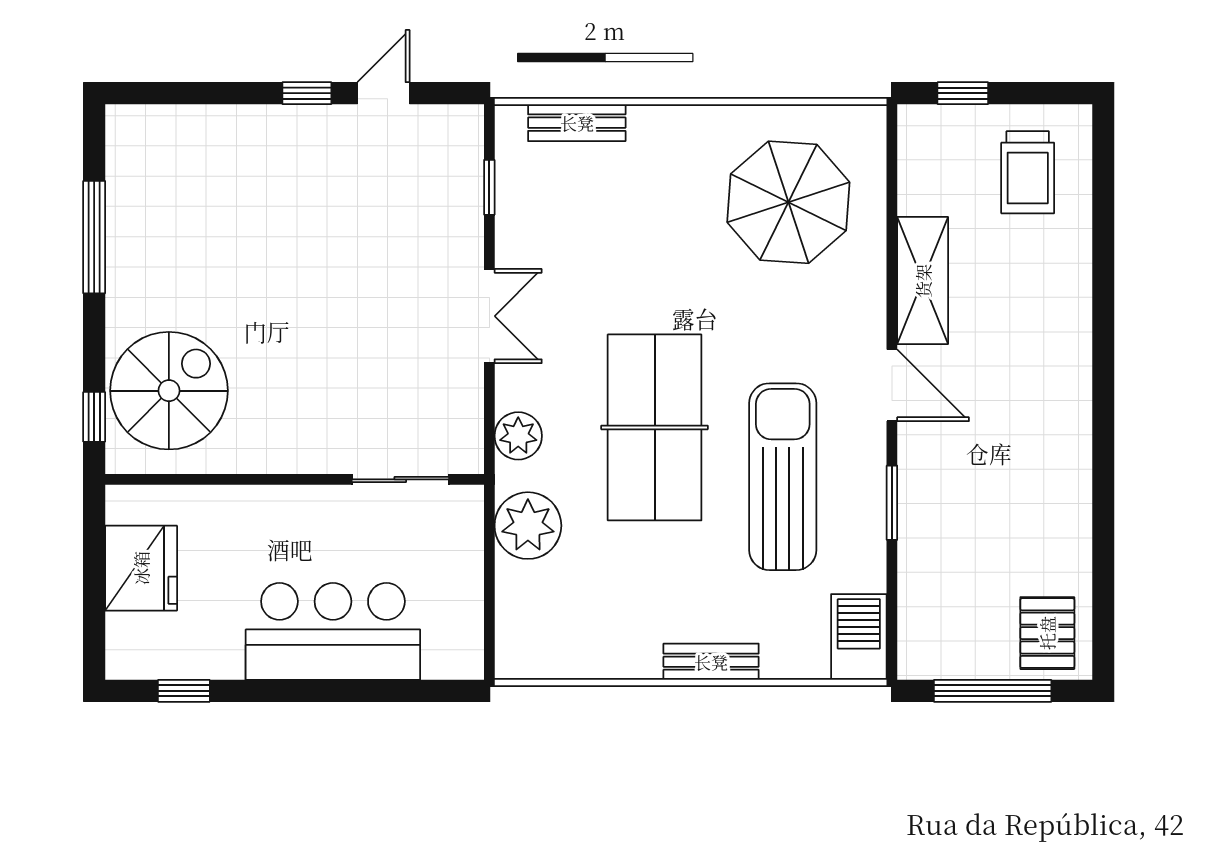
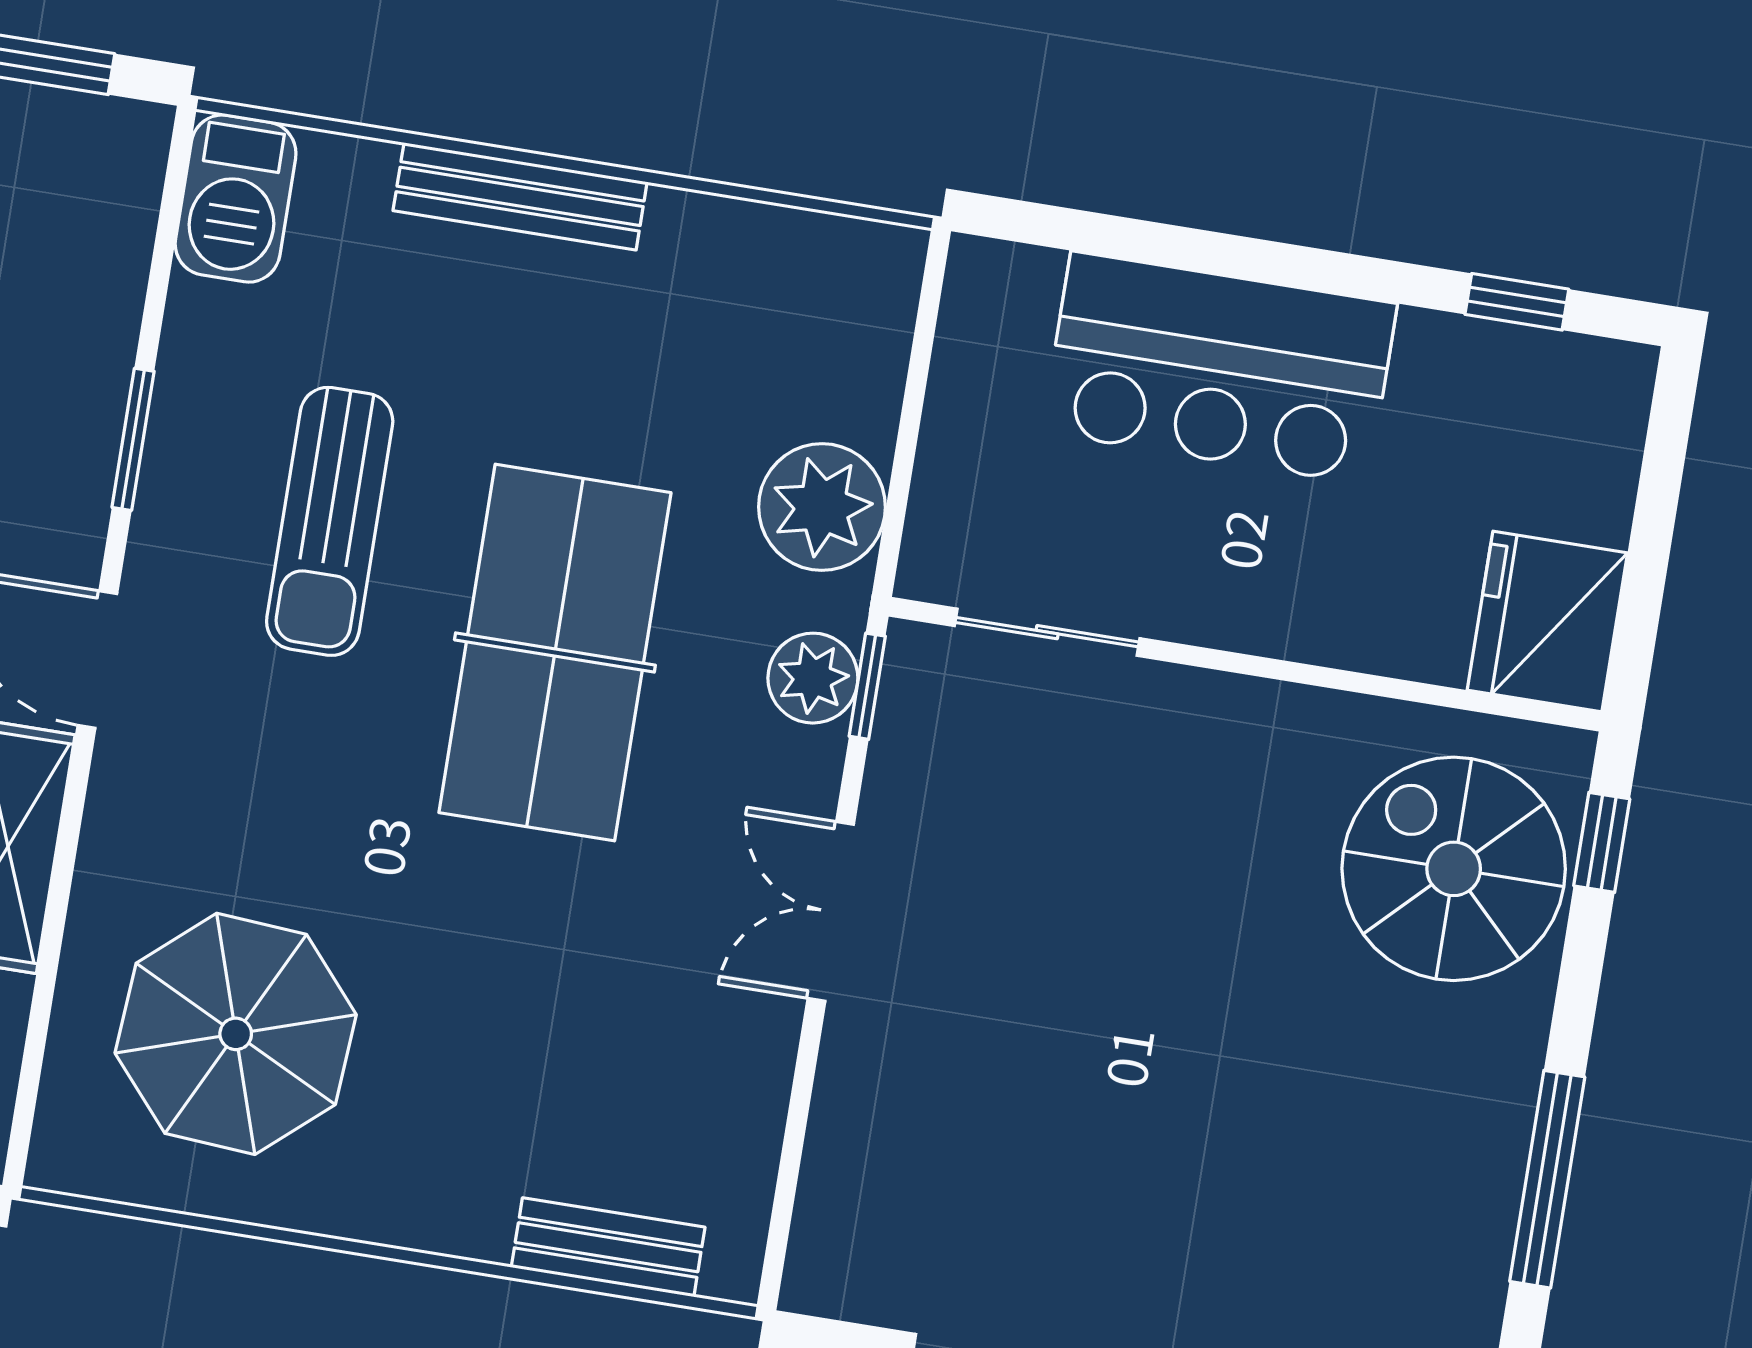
window: (489, 187) -> (867, 686), moved
spiral stairs: (169, 391) -> (1454, 869), turned 90
sun lounger: (783, 477) -> (330, 521), width x0.73, depth x0.75
fridge: (141, 568) -> (1547, 621), moved
bench: (711, 662) -> (520, 196), width x1.36

